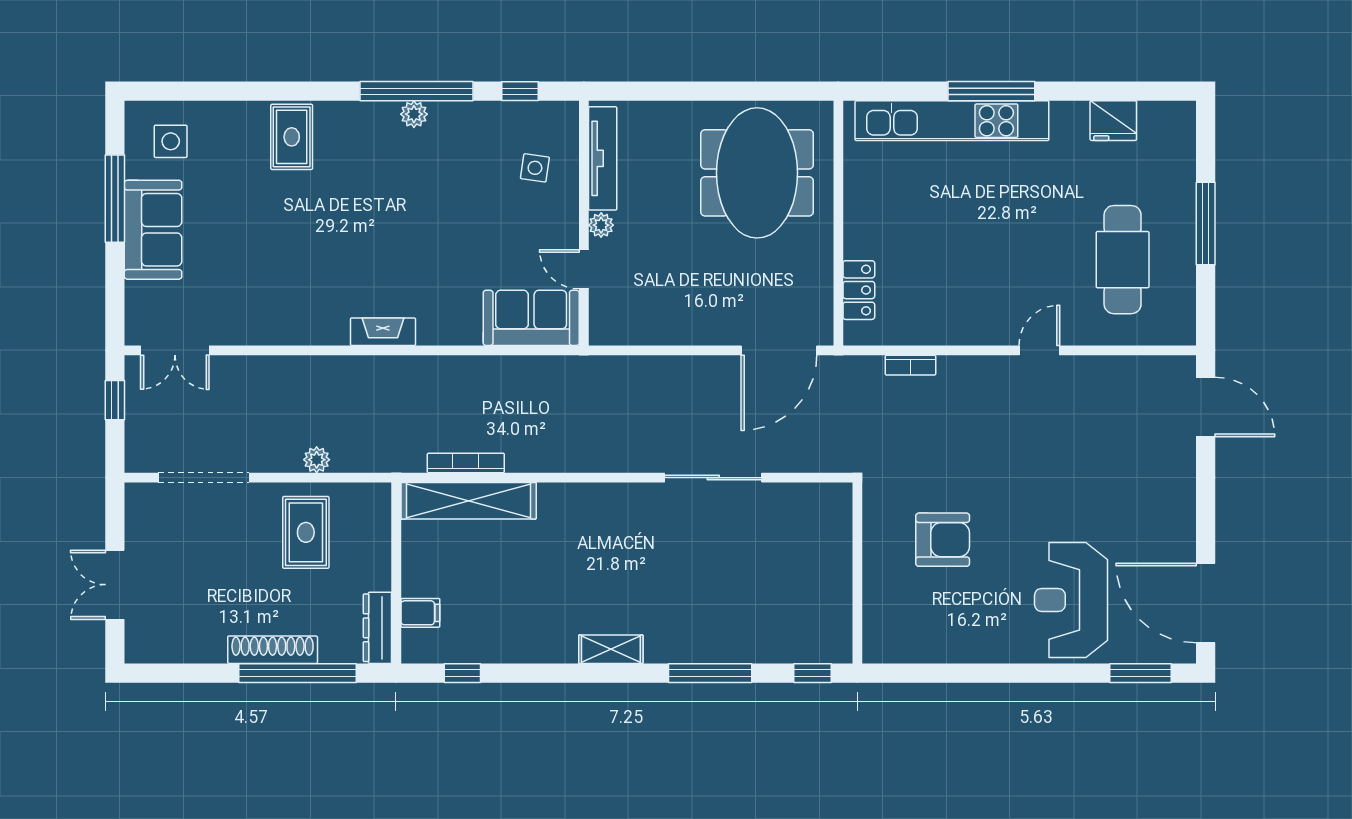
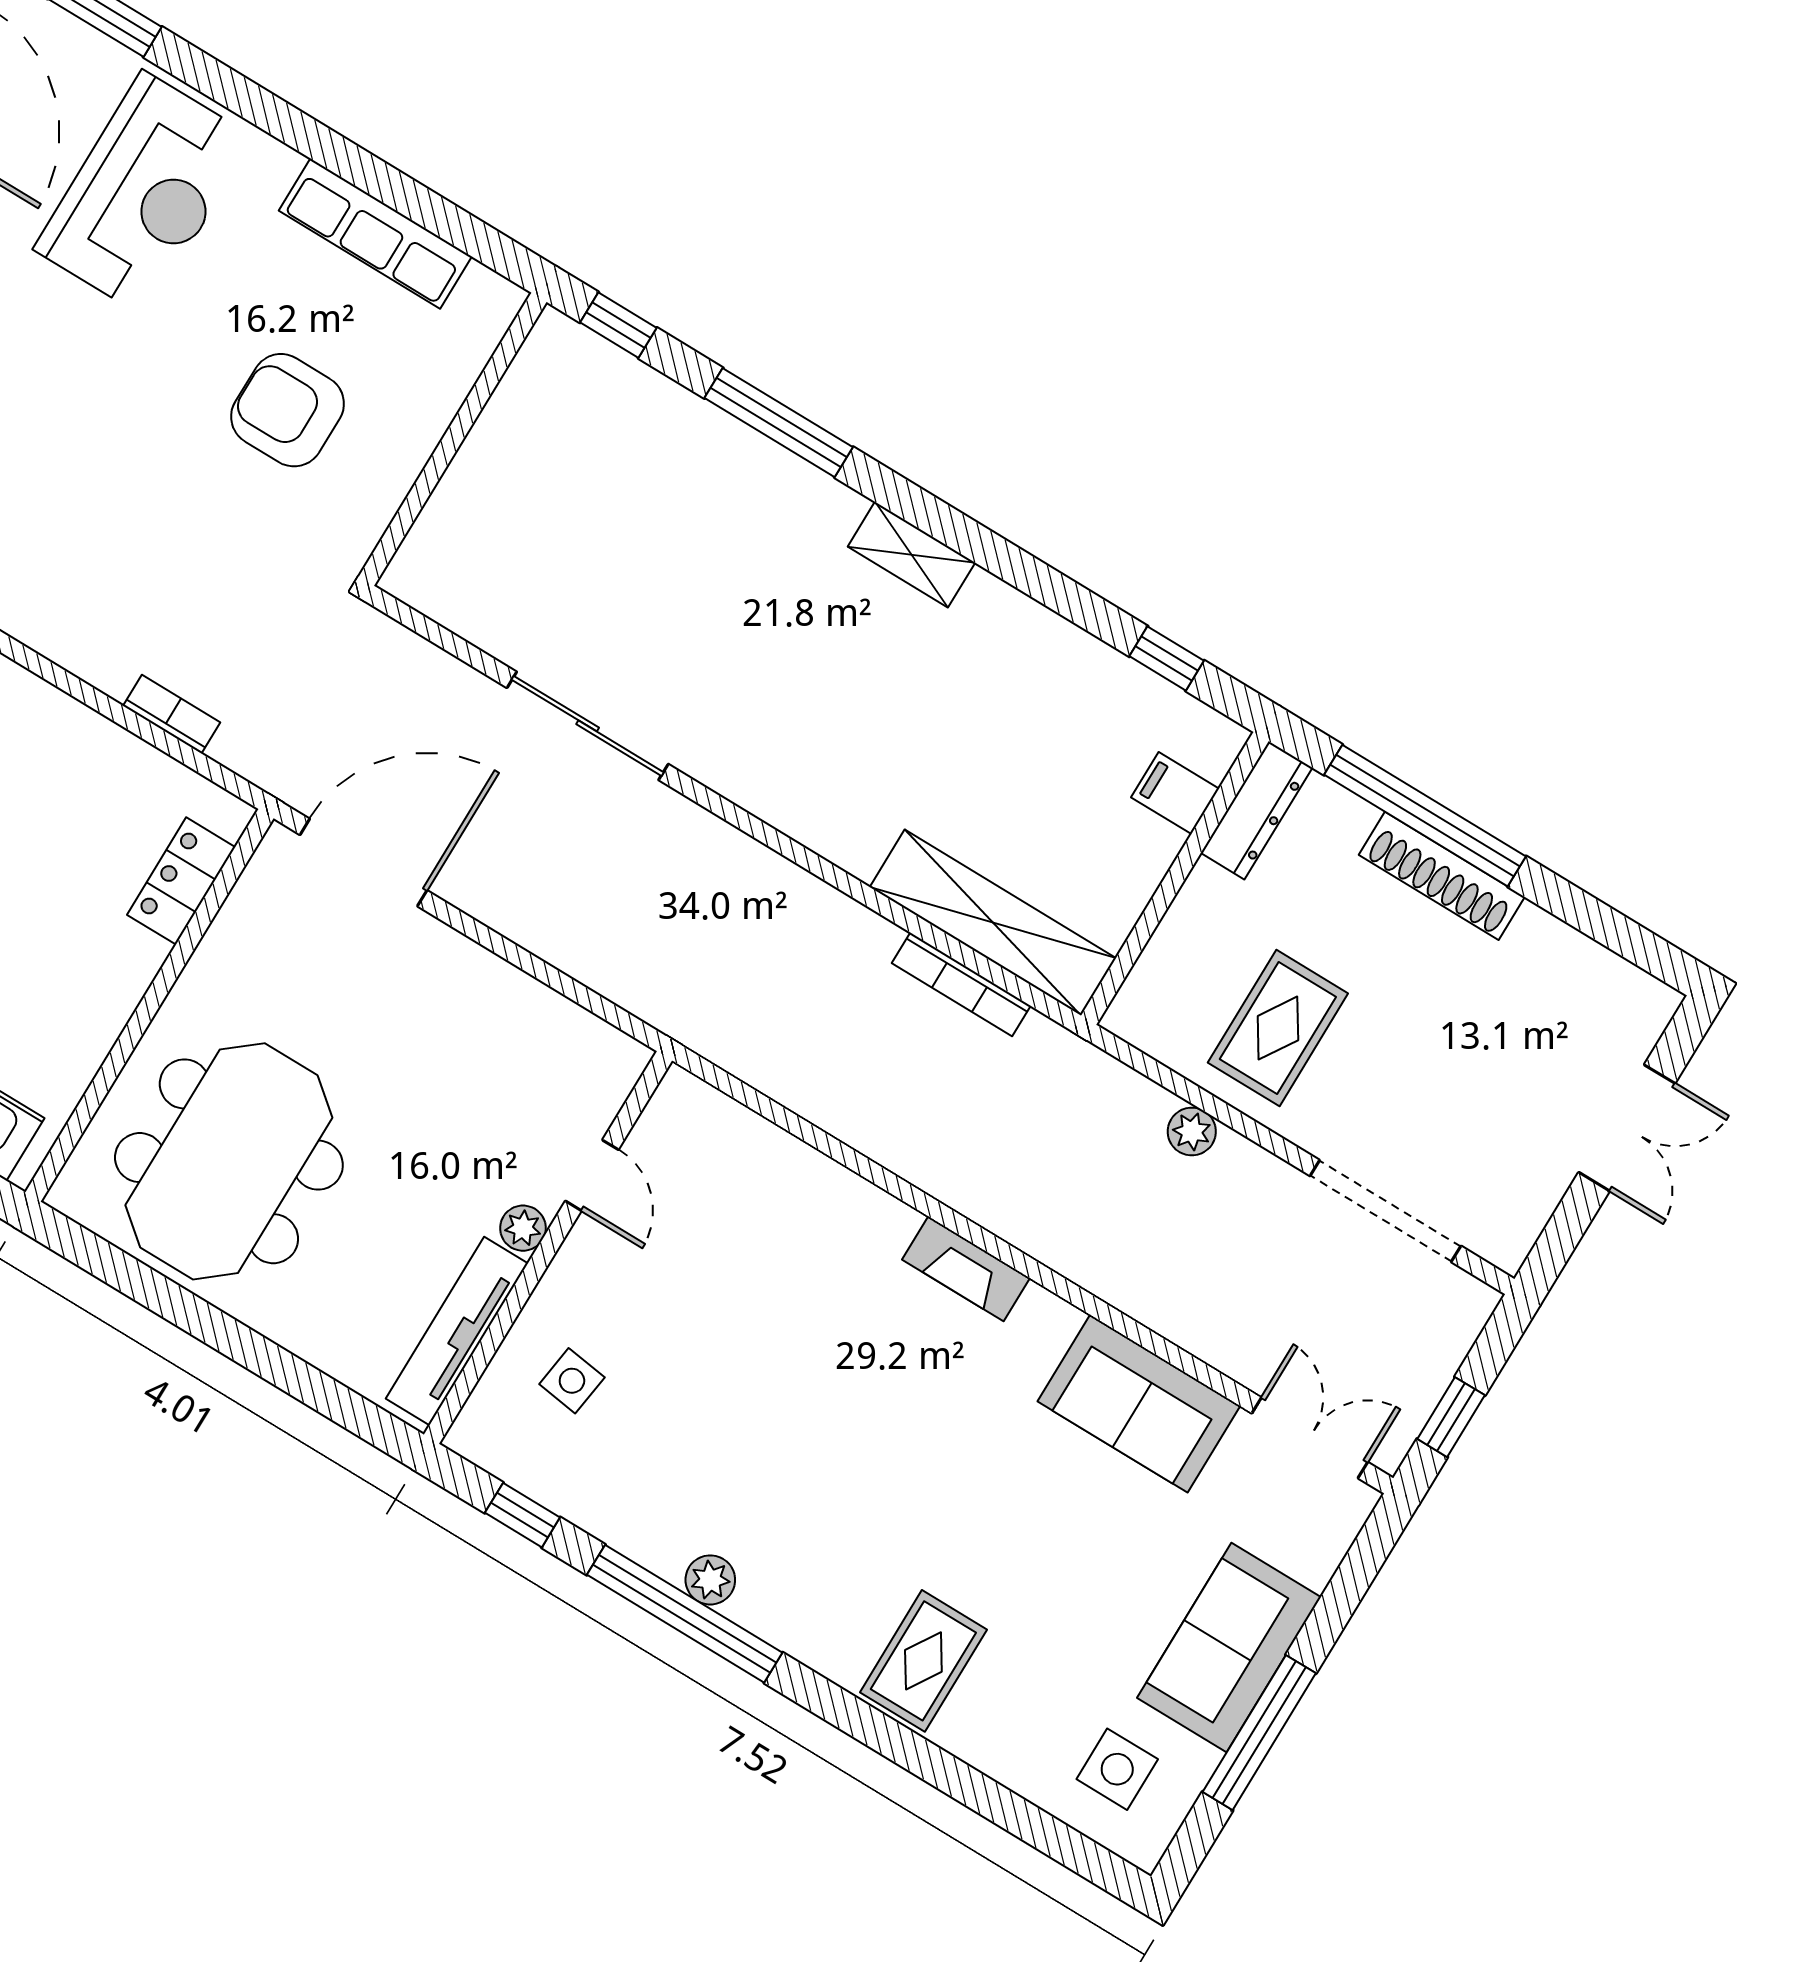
sofa: (531, 318) -> (1139, 1404), moved
row of seats: (952, 647) -> (375, 234), added

